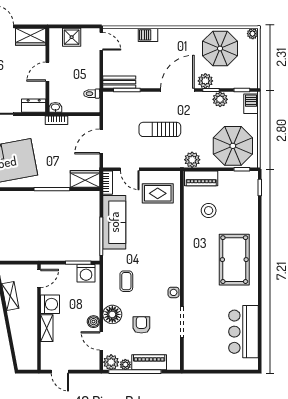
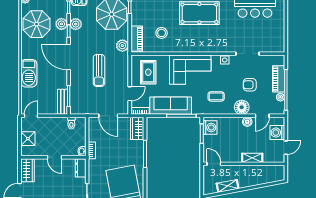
barbecue: (148, 35) -> (29, 73), width x1.88, depth x1.53
plant: (205, 81) -> (61, 24), moved
corner sofa: (161, 248) -> (190, 70), added
washing machine: (50, 304) -> (277, 133), moved, turned -90
plant: (111, 362) -> (279, 108), removed

